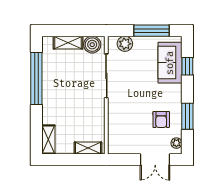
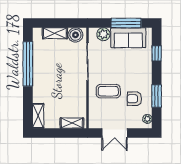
sofa: (170, 63) -> (128, 38), moved, turned -90
coffee table: (131, 111) -> (108, 91), added
armchair: (161, 119) -> (134, 99), turned 90
double door: (155, 160) -> (115, 133), moved

